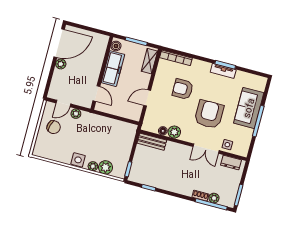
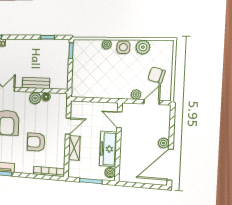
shelving: (149, 61) -> (74, 148), moved
armchair: (183, 89) -> (36, 142), turned 180
bench: (152, 142) -> (36, 83), moved
plant: (106, 167) -> (143, 47), moved

